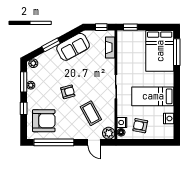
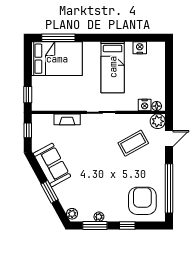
fireplace: (110, 47) -> (67, 119), moved
armchair: (68, 92) -> (107, 171), removed
armchair: (140, 126) -> (148, 83), removed

